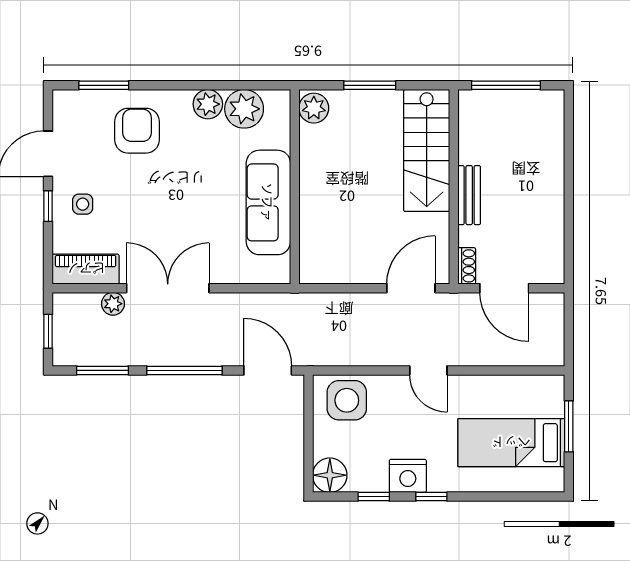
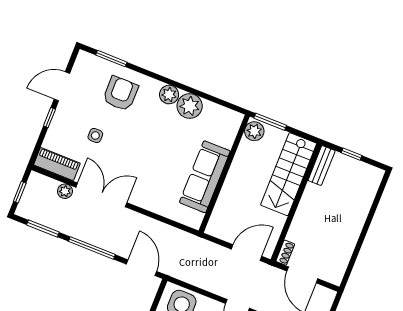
window: (506, 85) -> (352, 154), width x0.46
plant: (314, 108) -> (254, 131), moved
wall: (295, 187) -> (224, 174), moved
bench: (469, 195) -> (322, 166), moved
sofa: (268, 202) -> (205, 177), moved
side table: (83, 204) -> (95, 135), moved

